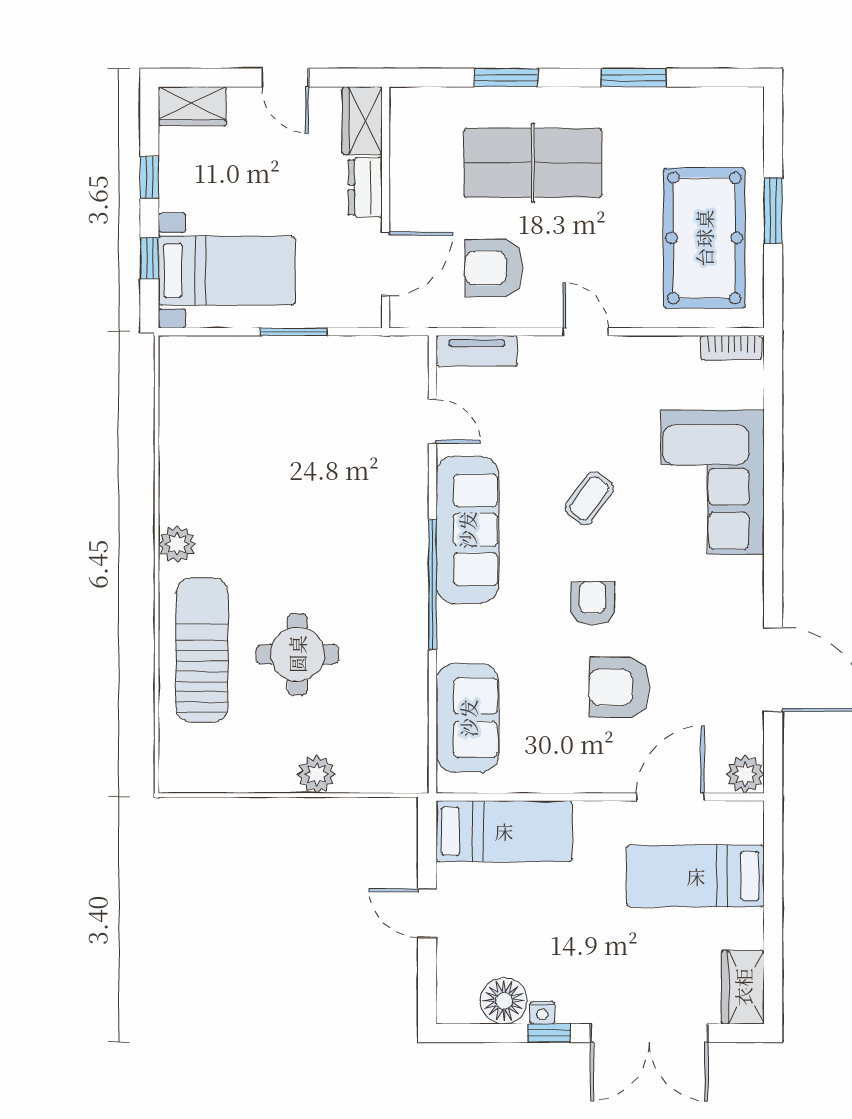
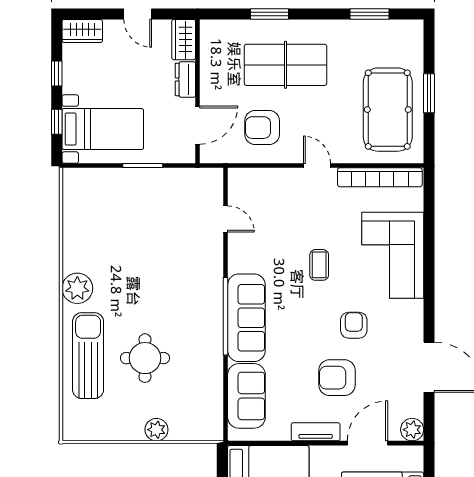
window: (634, 78) -> (370, 14), moved
bookcase: (731, 348) -> (380, 177), width x2.31, depth x1.31
tv unit: (477, 351) -> (316, 432), moved, turned 180
coffee table: (589, 498) -> (319, 265), turned -36
sofa: (467, 530) -> (246, 318), moved
plant: (177, 544) -> (77, 288), width x1.36, depth x1.36
armchair: (593, 604) -> (354, 325), moved

